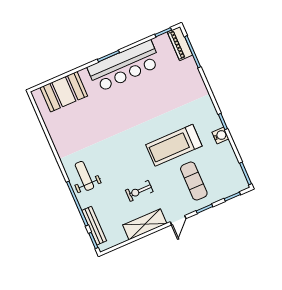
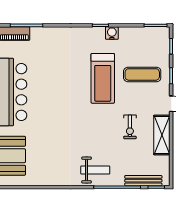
weight bench: (84, 176) -> (95, 170), turned 180

